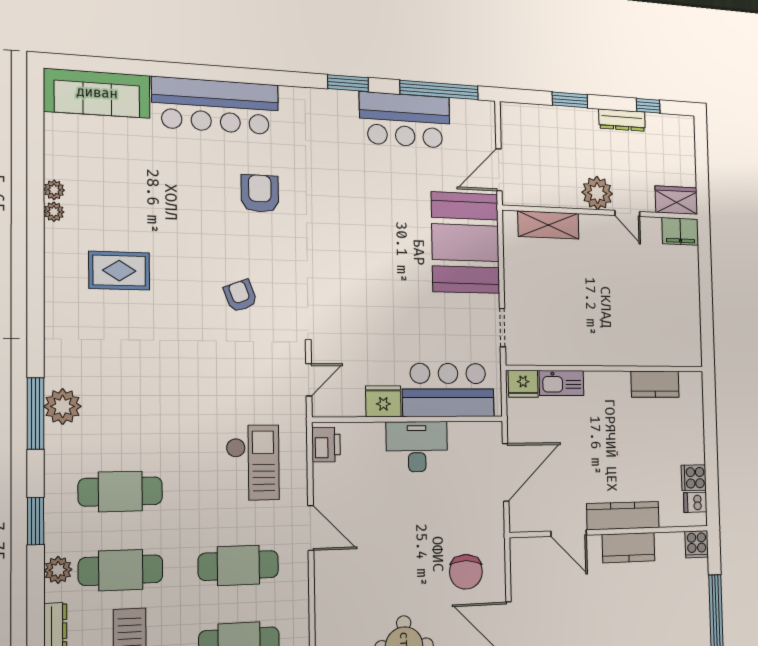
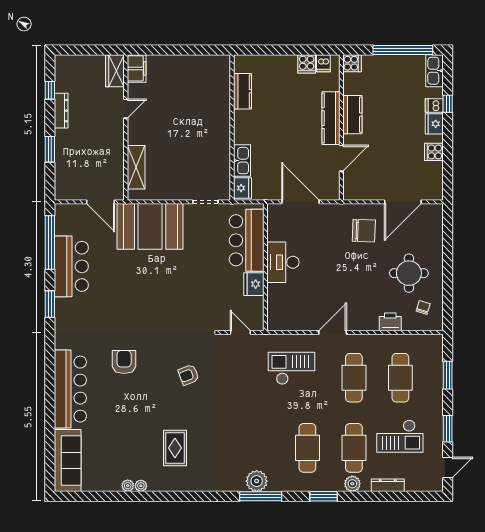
plant: (597, 193) -> (113, 131), removed
armchair: (260, 194) -> (124, 362), turned 90
printer: (326, 445) -> (390, 322), moved

